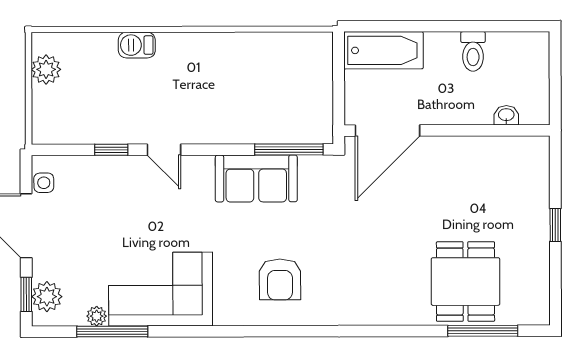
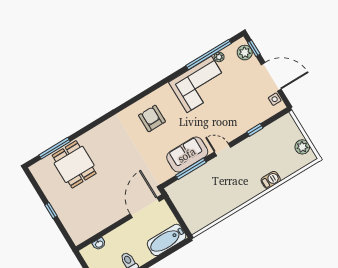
window: (289, 149) -> (191, 169), moved
door: (164, 150) -> (222, 150), moved
window: (112, 331) -> (209, 55), width x1.46

